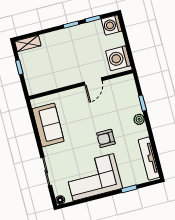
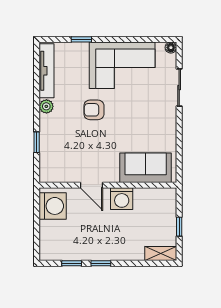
washing machine: (112, 25) -> (122, 199), moved, turned 90
door: (93, 81) -> (92, 185), swing flipped
plant: (139, 119) -> (46, 106), moved
sofa: (48, 125) -> (146, 168), moved, turned 90
armchair: (106, 138) -> (94, 110), turned 180

